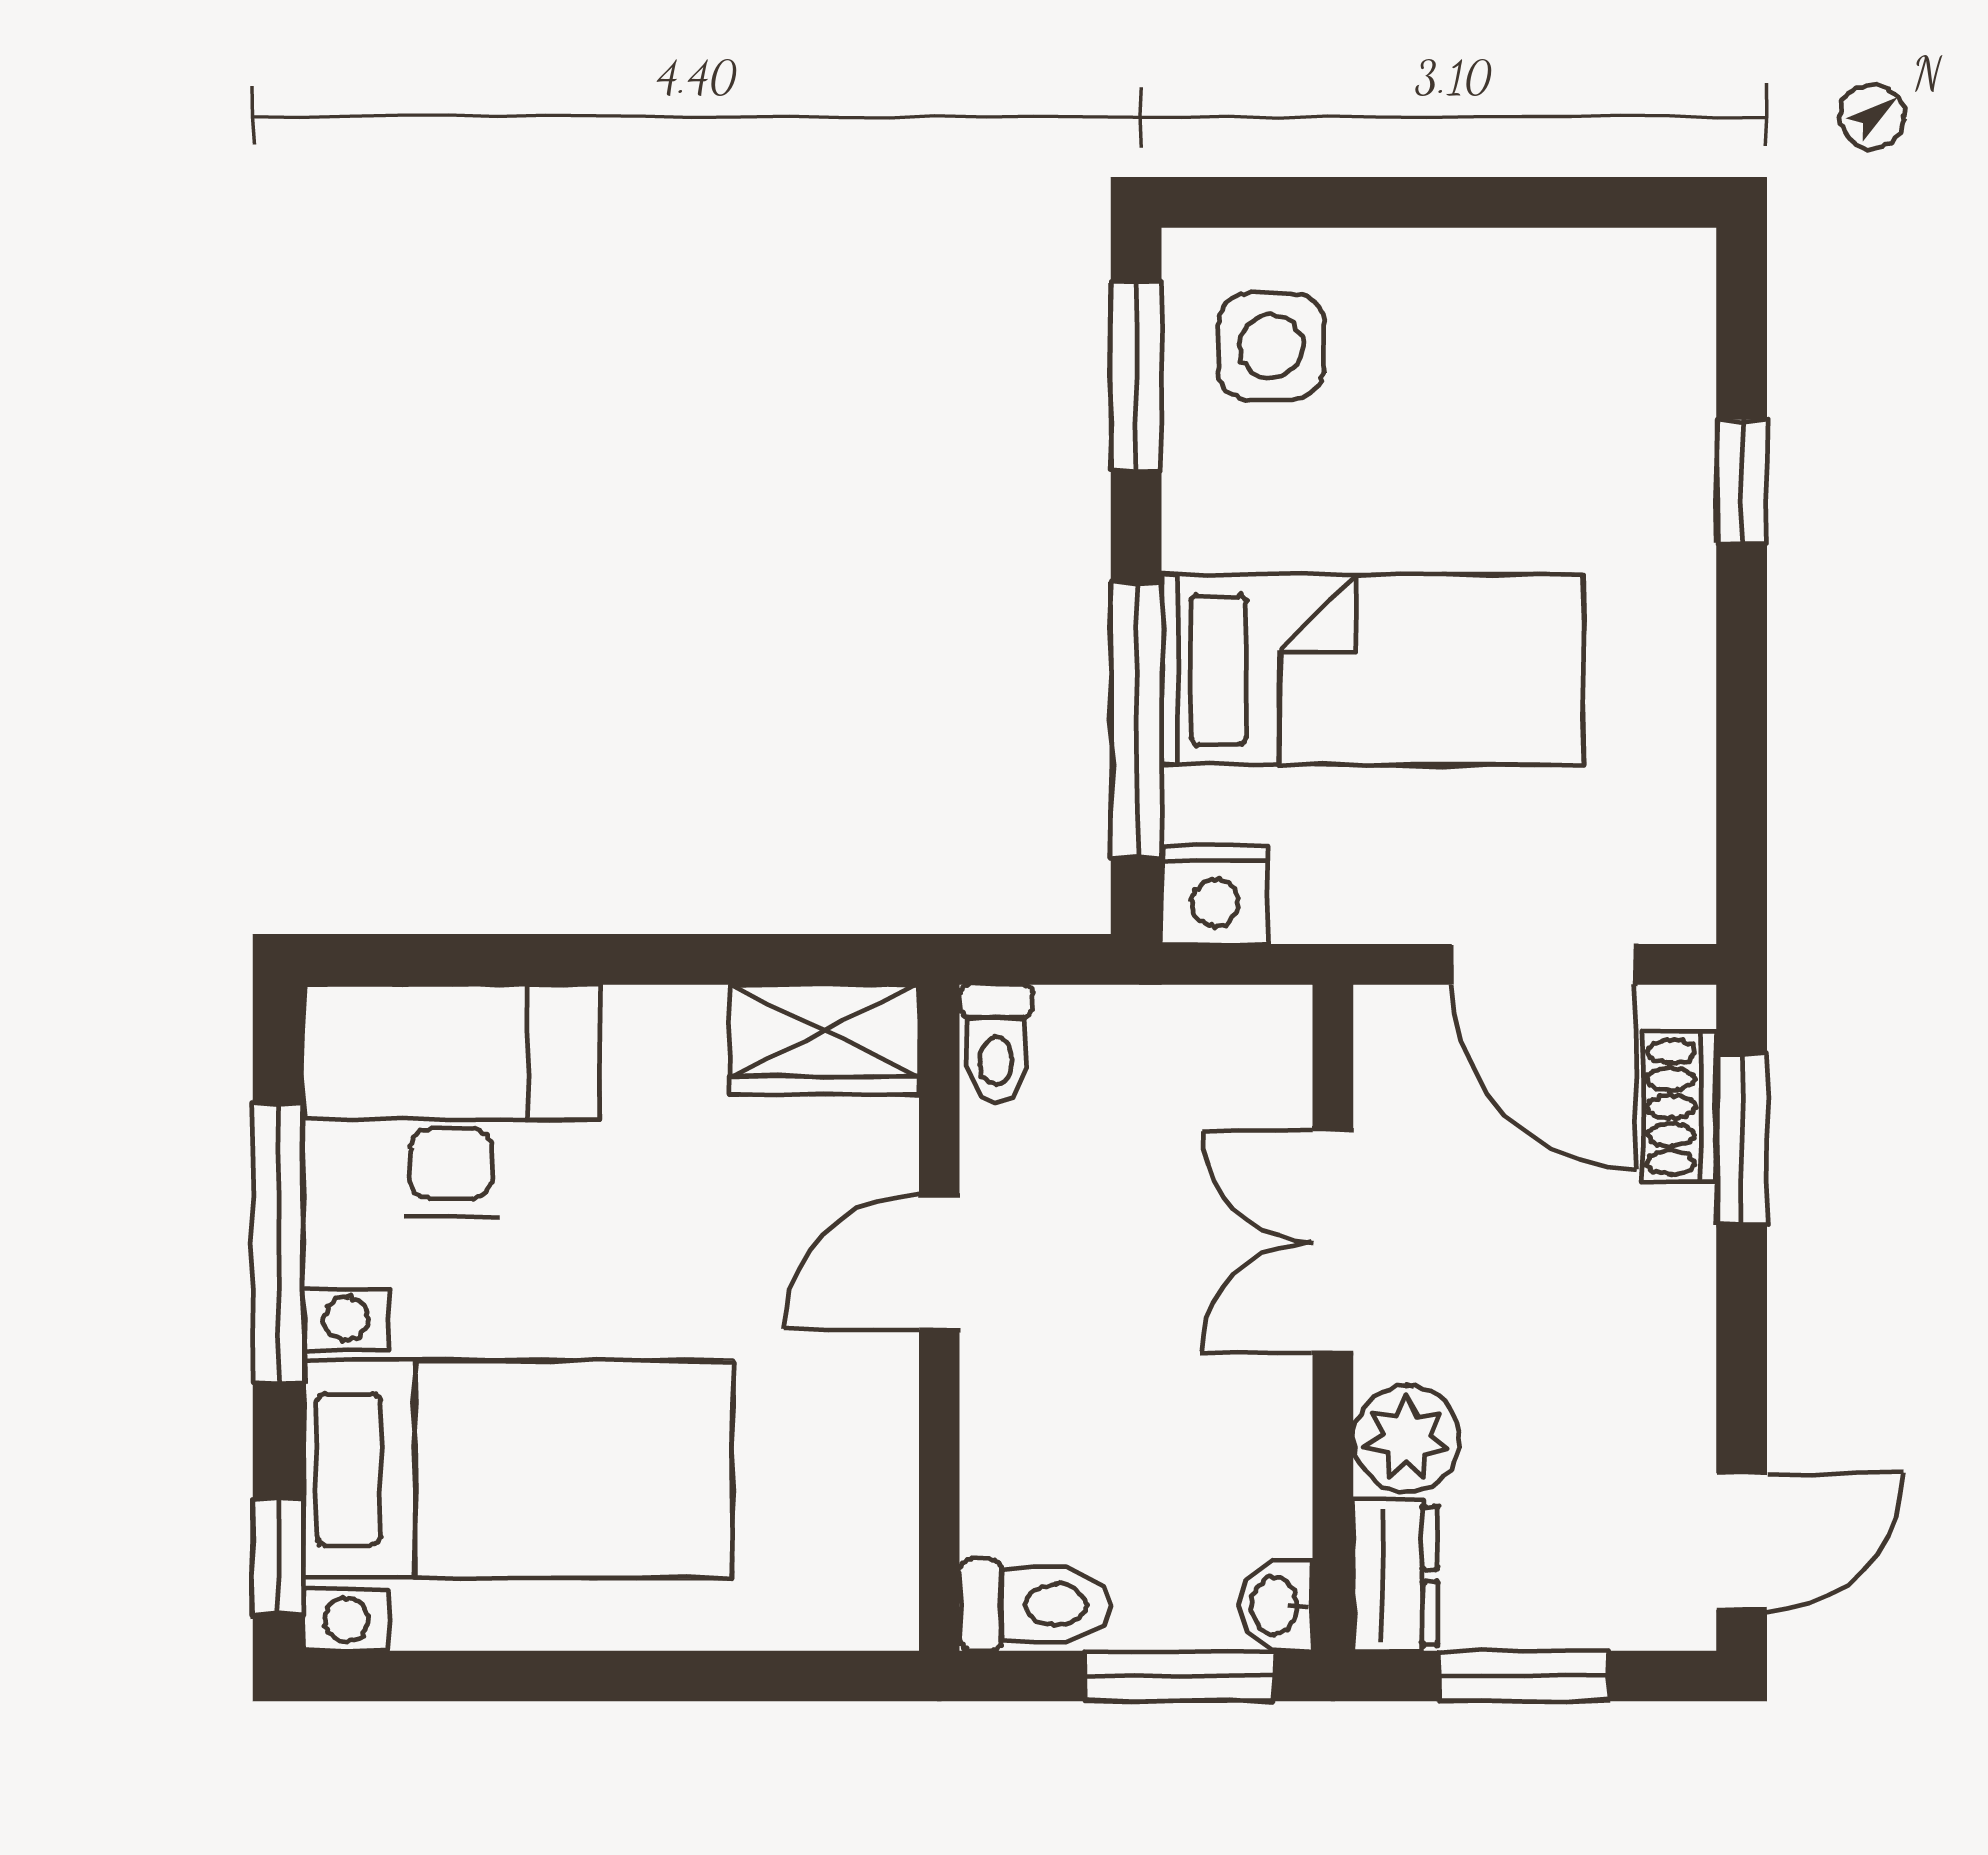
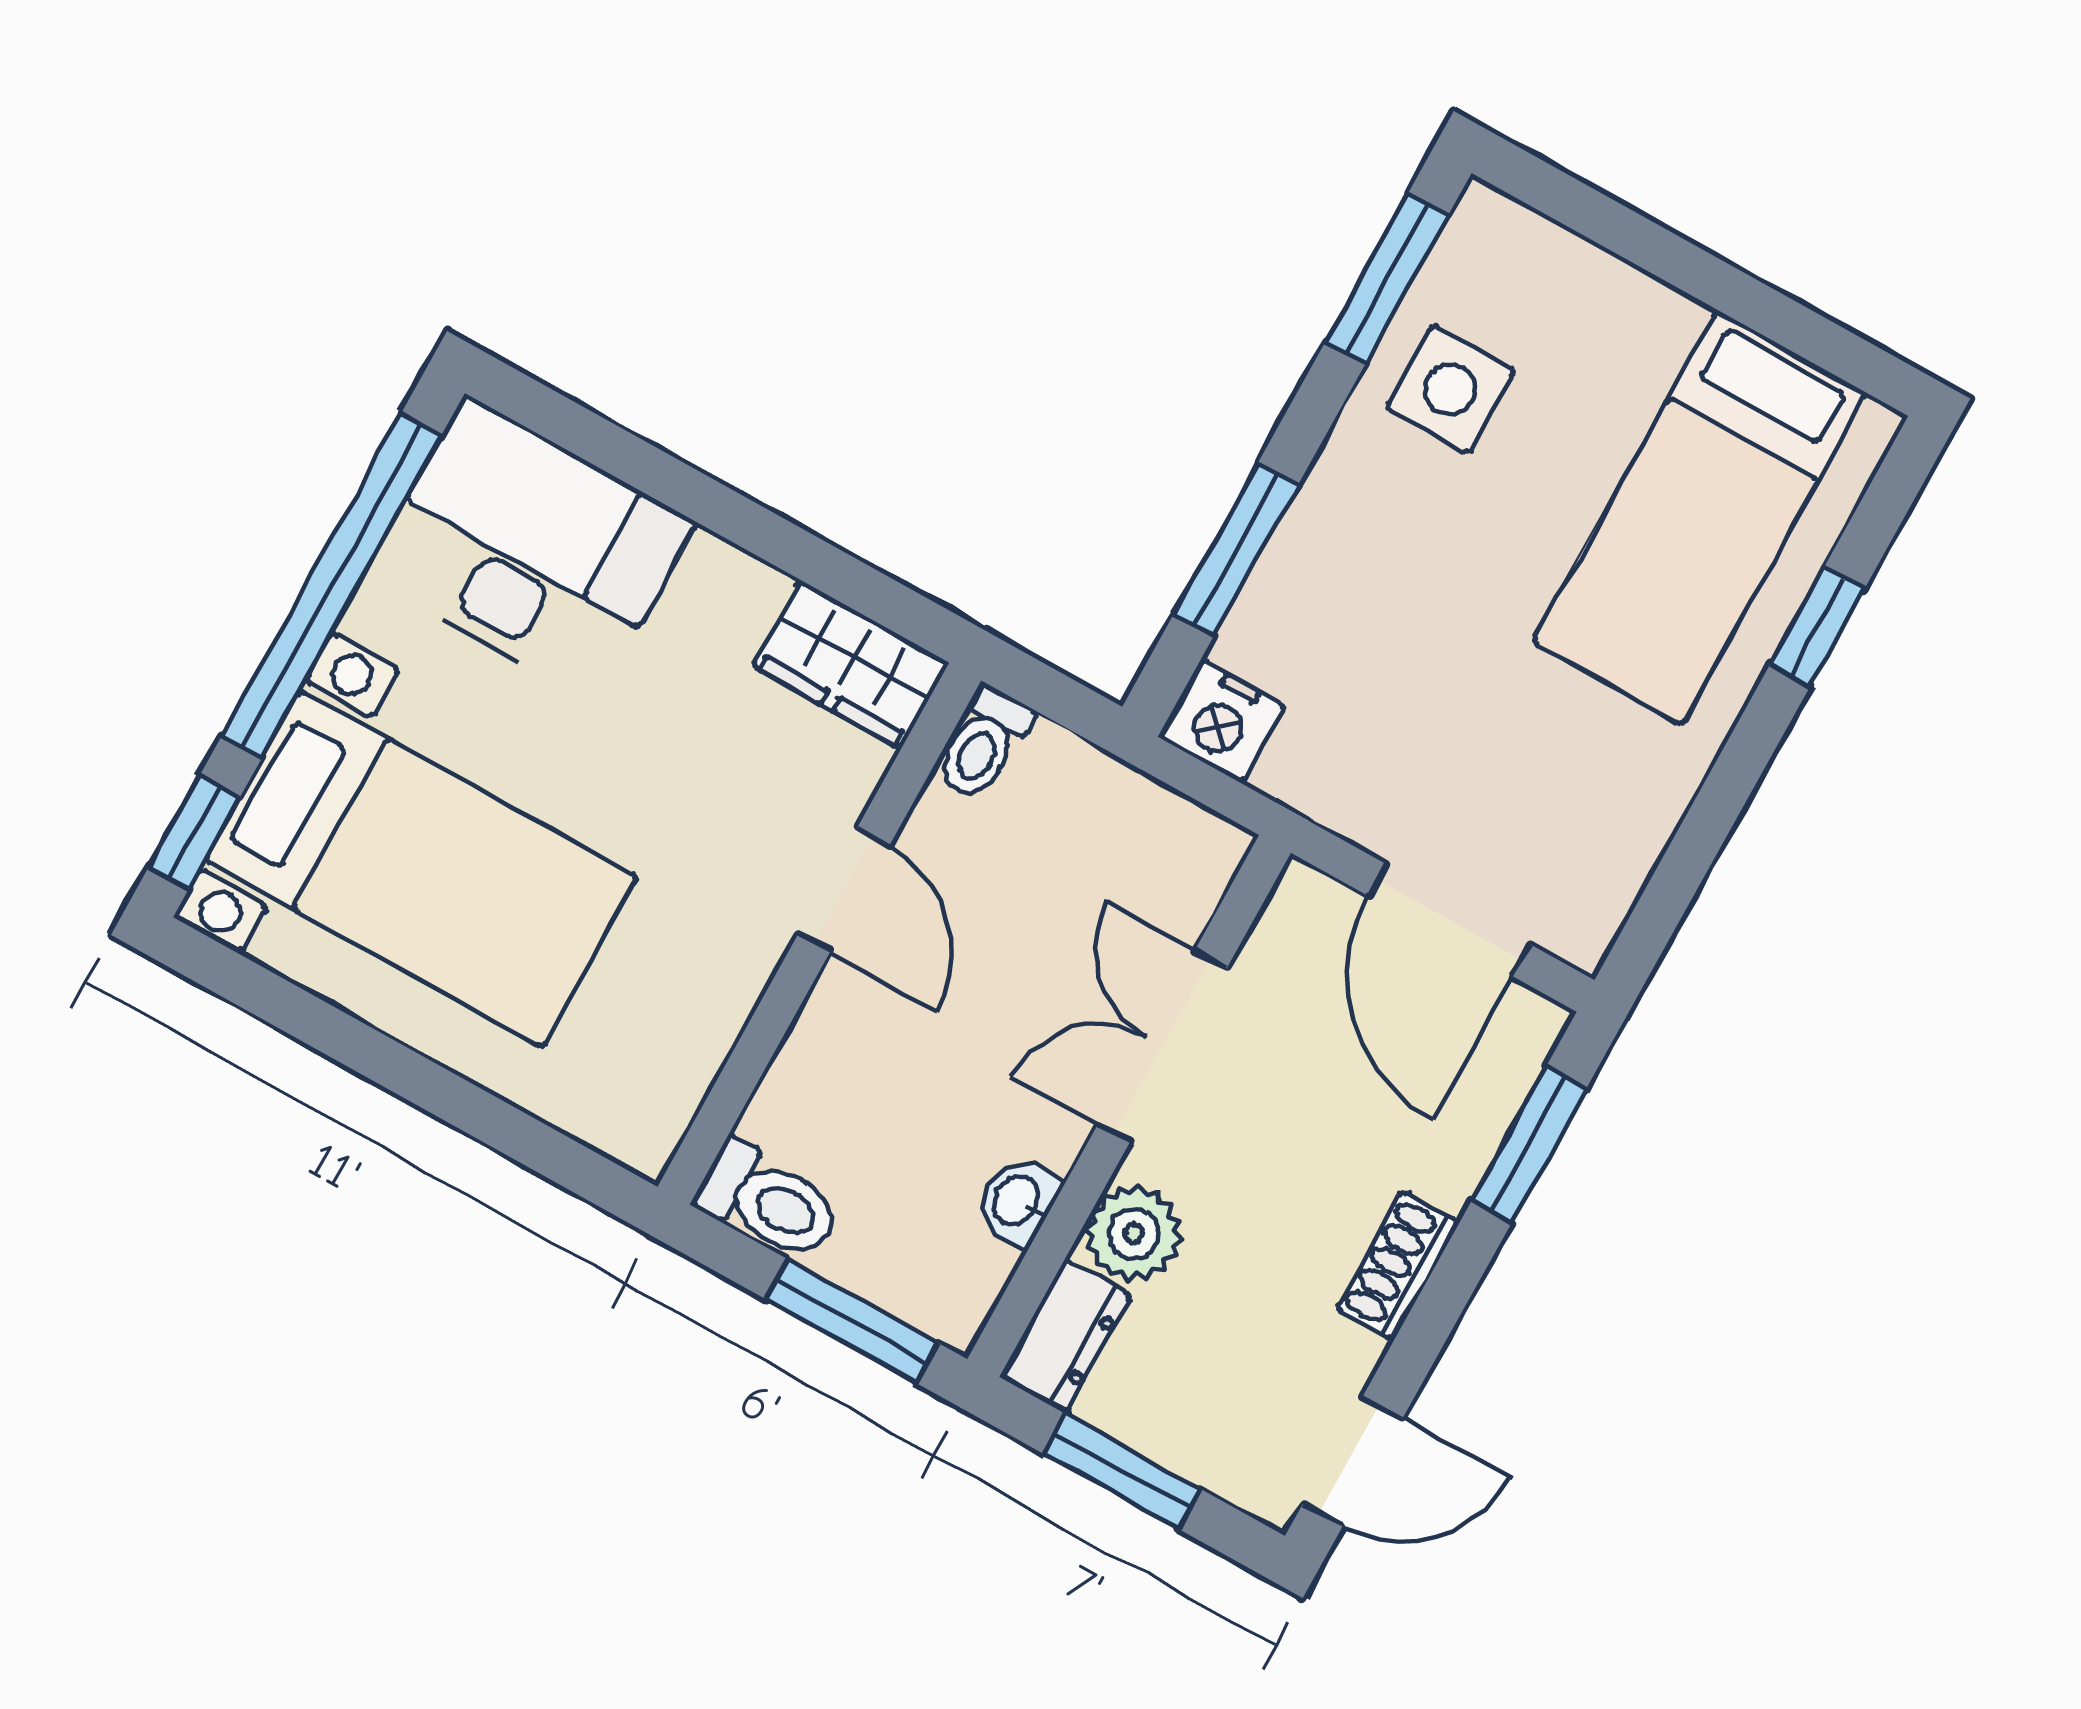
side table: (1271, 346) -> (1450, 390), moved
bed: (1372, 670) -> (1700, 518), moved, turned 90
window: (1136, 720) -> (1236, 550), width x0.69
shoe rack: (1680, 1107) -> (1398, 1266), moved
window: (278, 1243) -> (332, 585), width x1.46
door: (939, 1262) -> (844, 890), swing flipped
washbasin: (1276, 1606) -> (1018, 1201), moved

